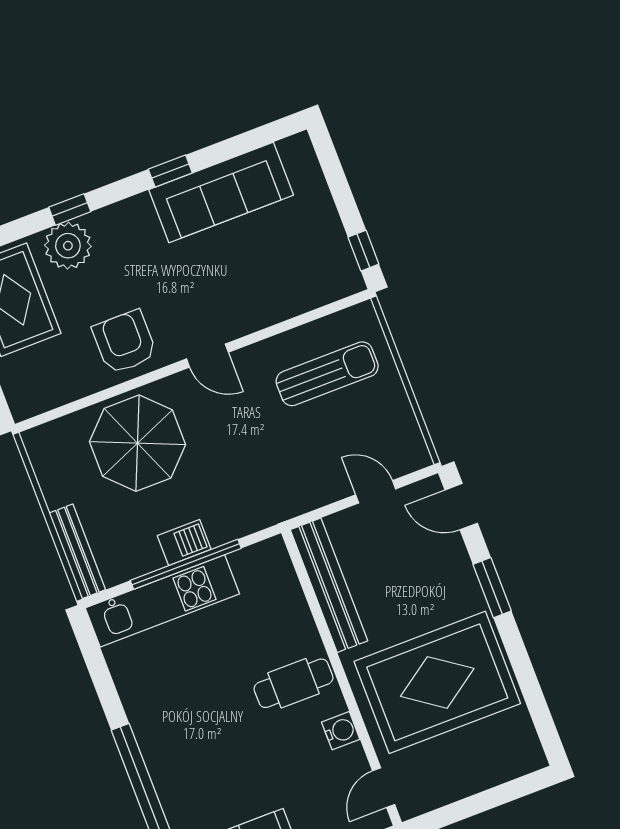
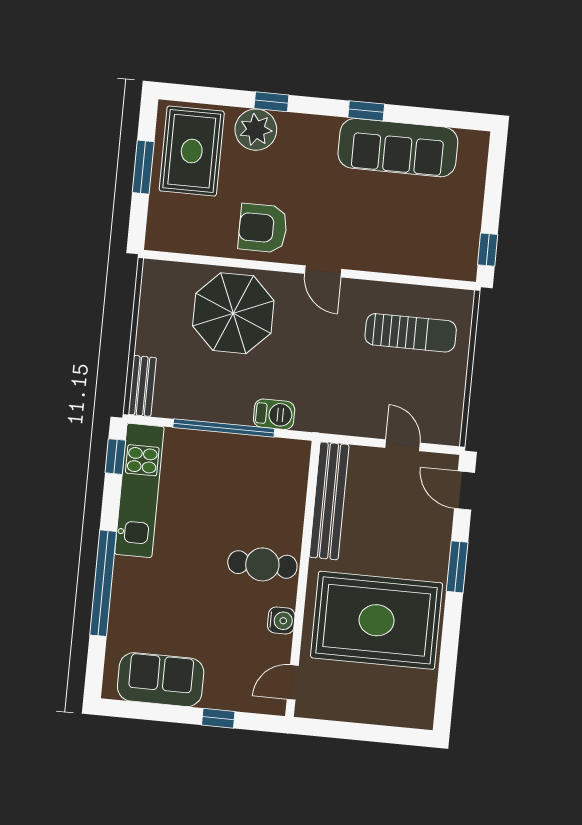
armchair: (125, 342) -> (263, 228), turned -90
barbecue: (184, 542) -> (274, 414), moved
bench: (77, 551) -> (142, 386), width x0.73
kitchen unit: (162, 601) -> (139, 490), moved, turned -90
window: (90, 648) -> (115, 457), added

